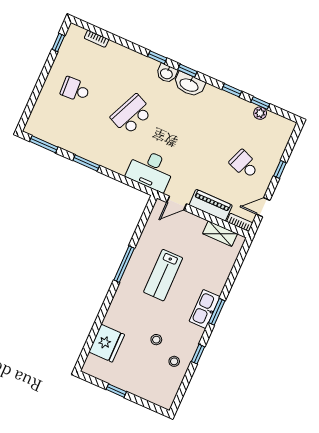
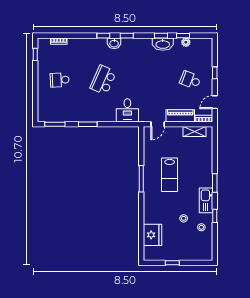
washbasin: (189, 85) -> (163, 44), moved
desk: (151, 170) -> (127, 110), width x0.73
kitchen sink: (205, 309) -> (206, 200), moved

